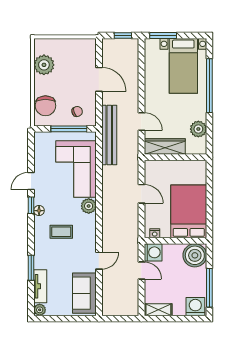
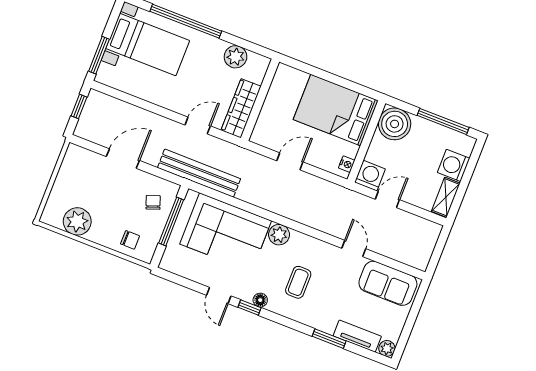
chair: (45, 106) -> (130, 240), width x0.54, depth x0.54
washing machine: (195, 307) -> (454, 165), moved

